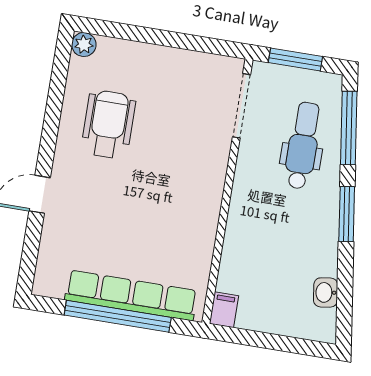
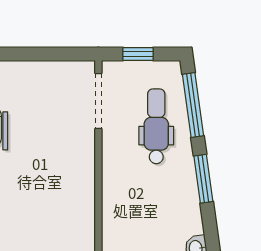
window: (295, 60) -> (138, 54), width x0.67

